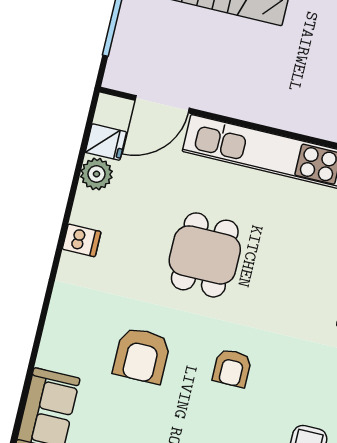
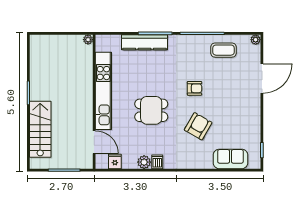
plant: (97, 174) -> (144, 162), moved
armchair: (142, 355) -> (198, 126), turned -60

